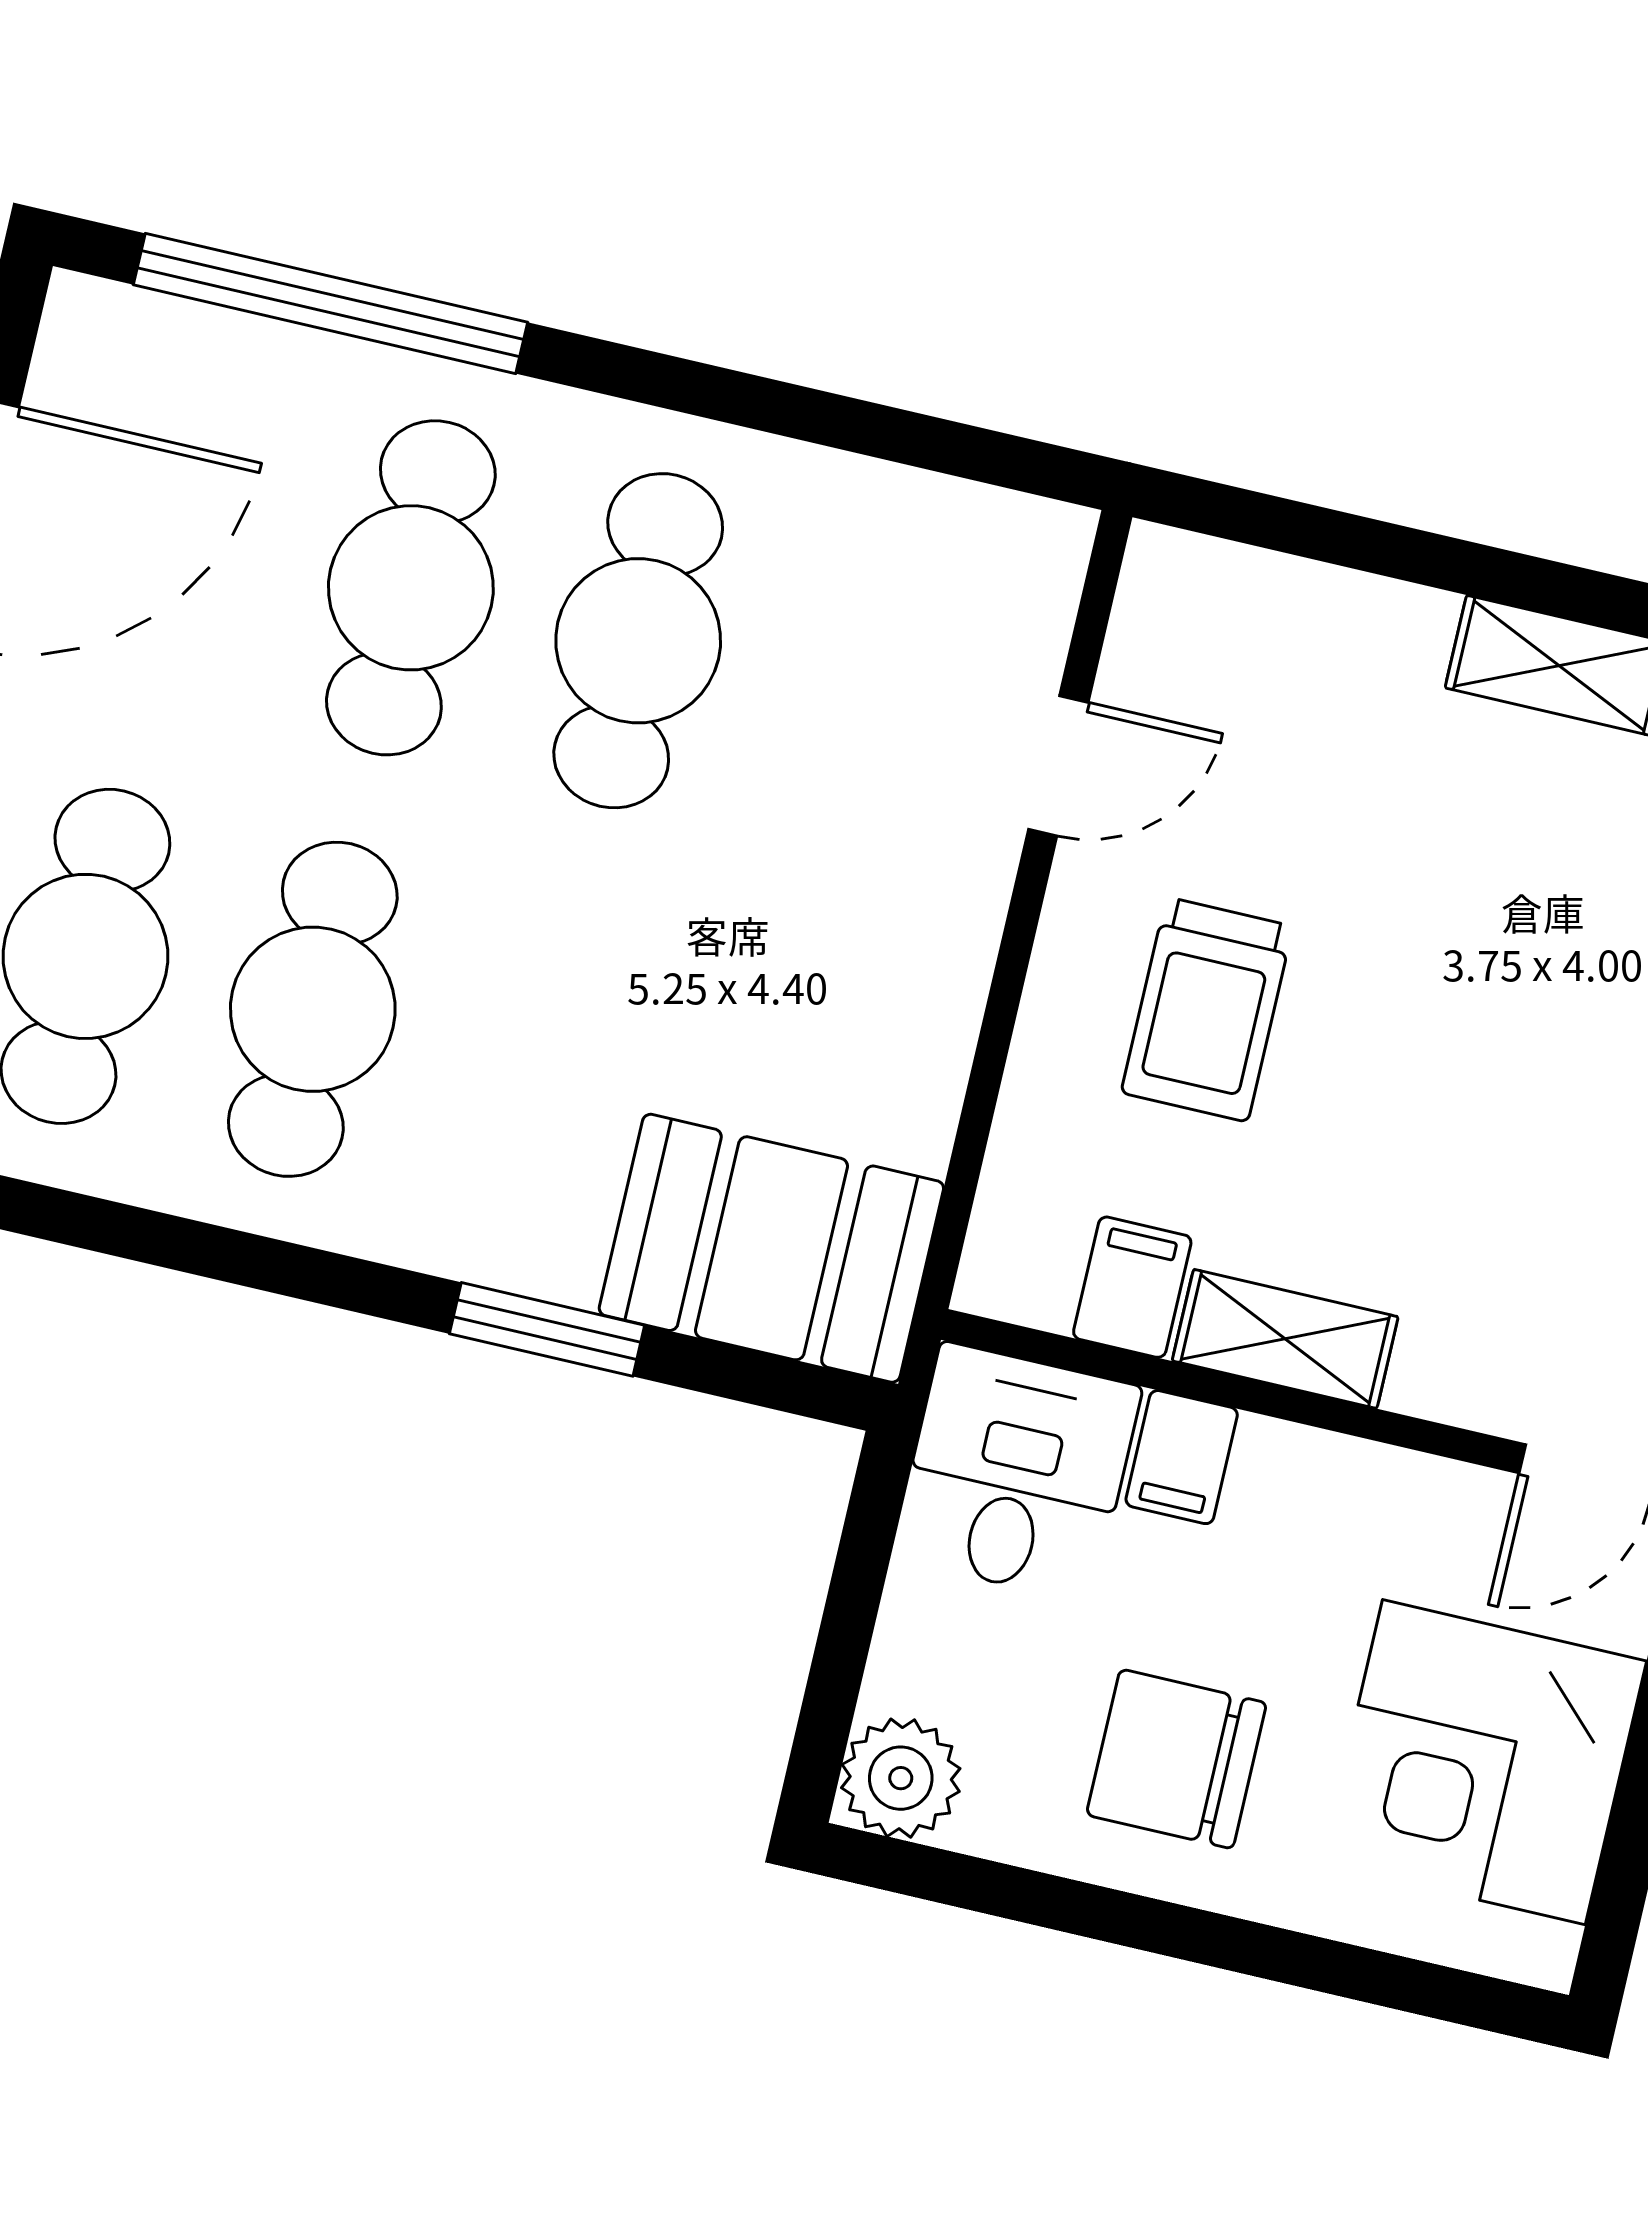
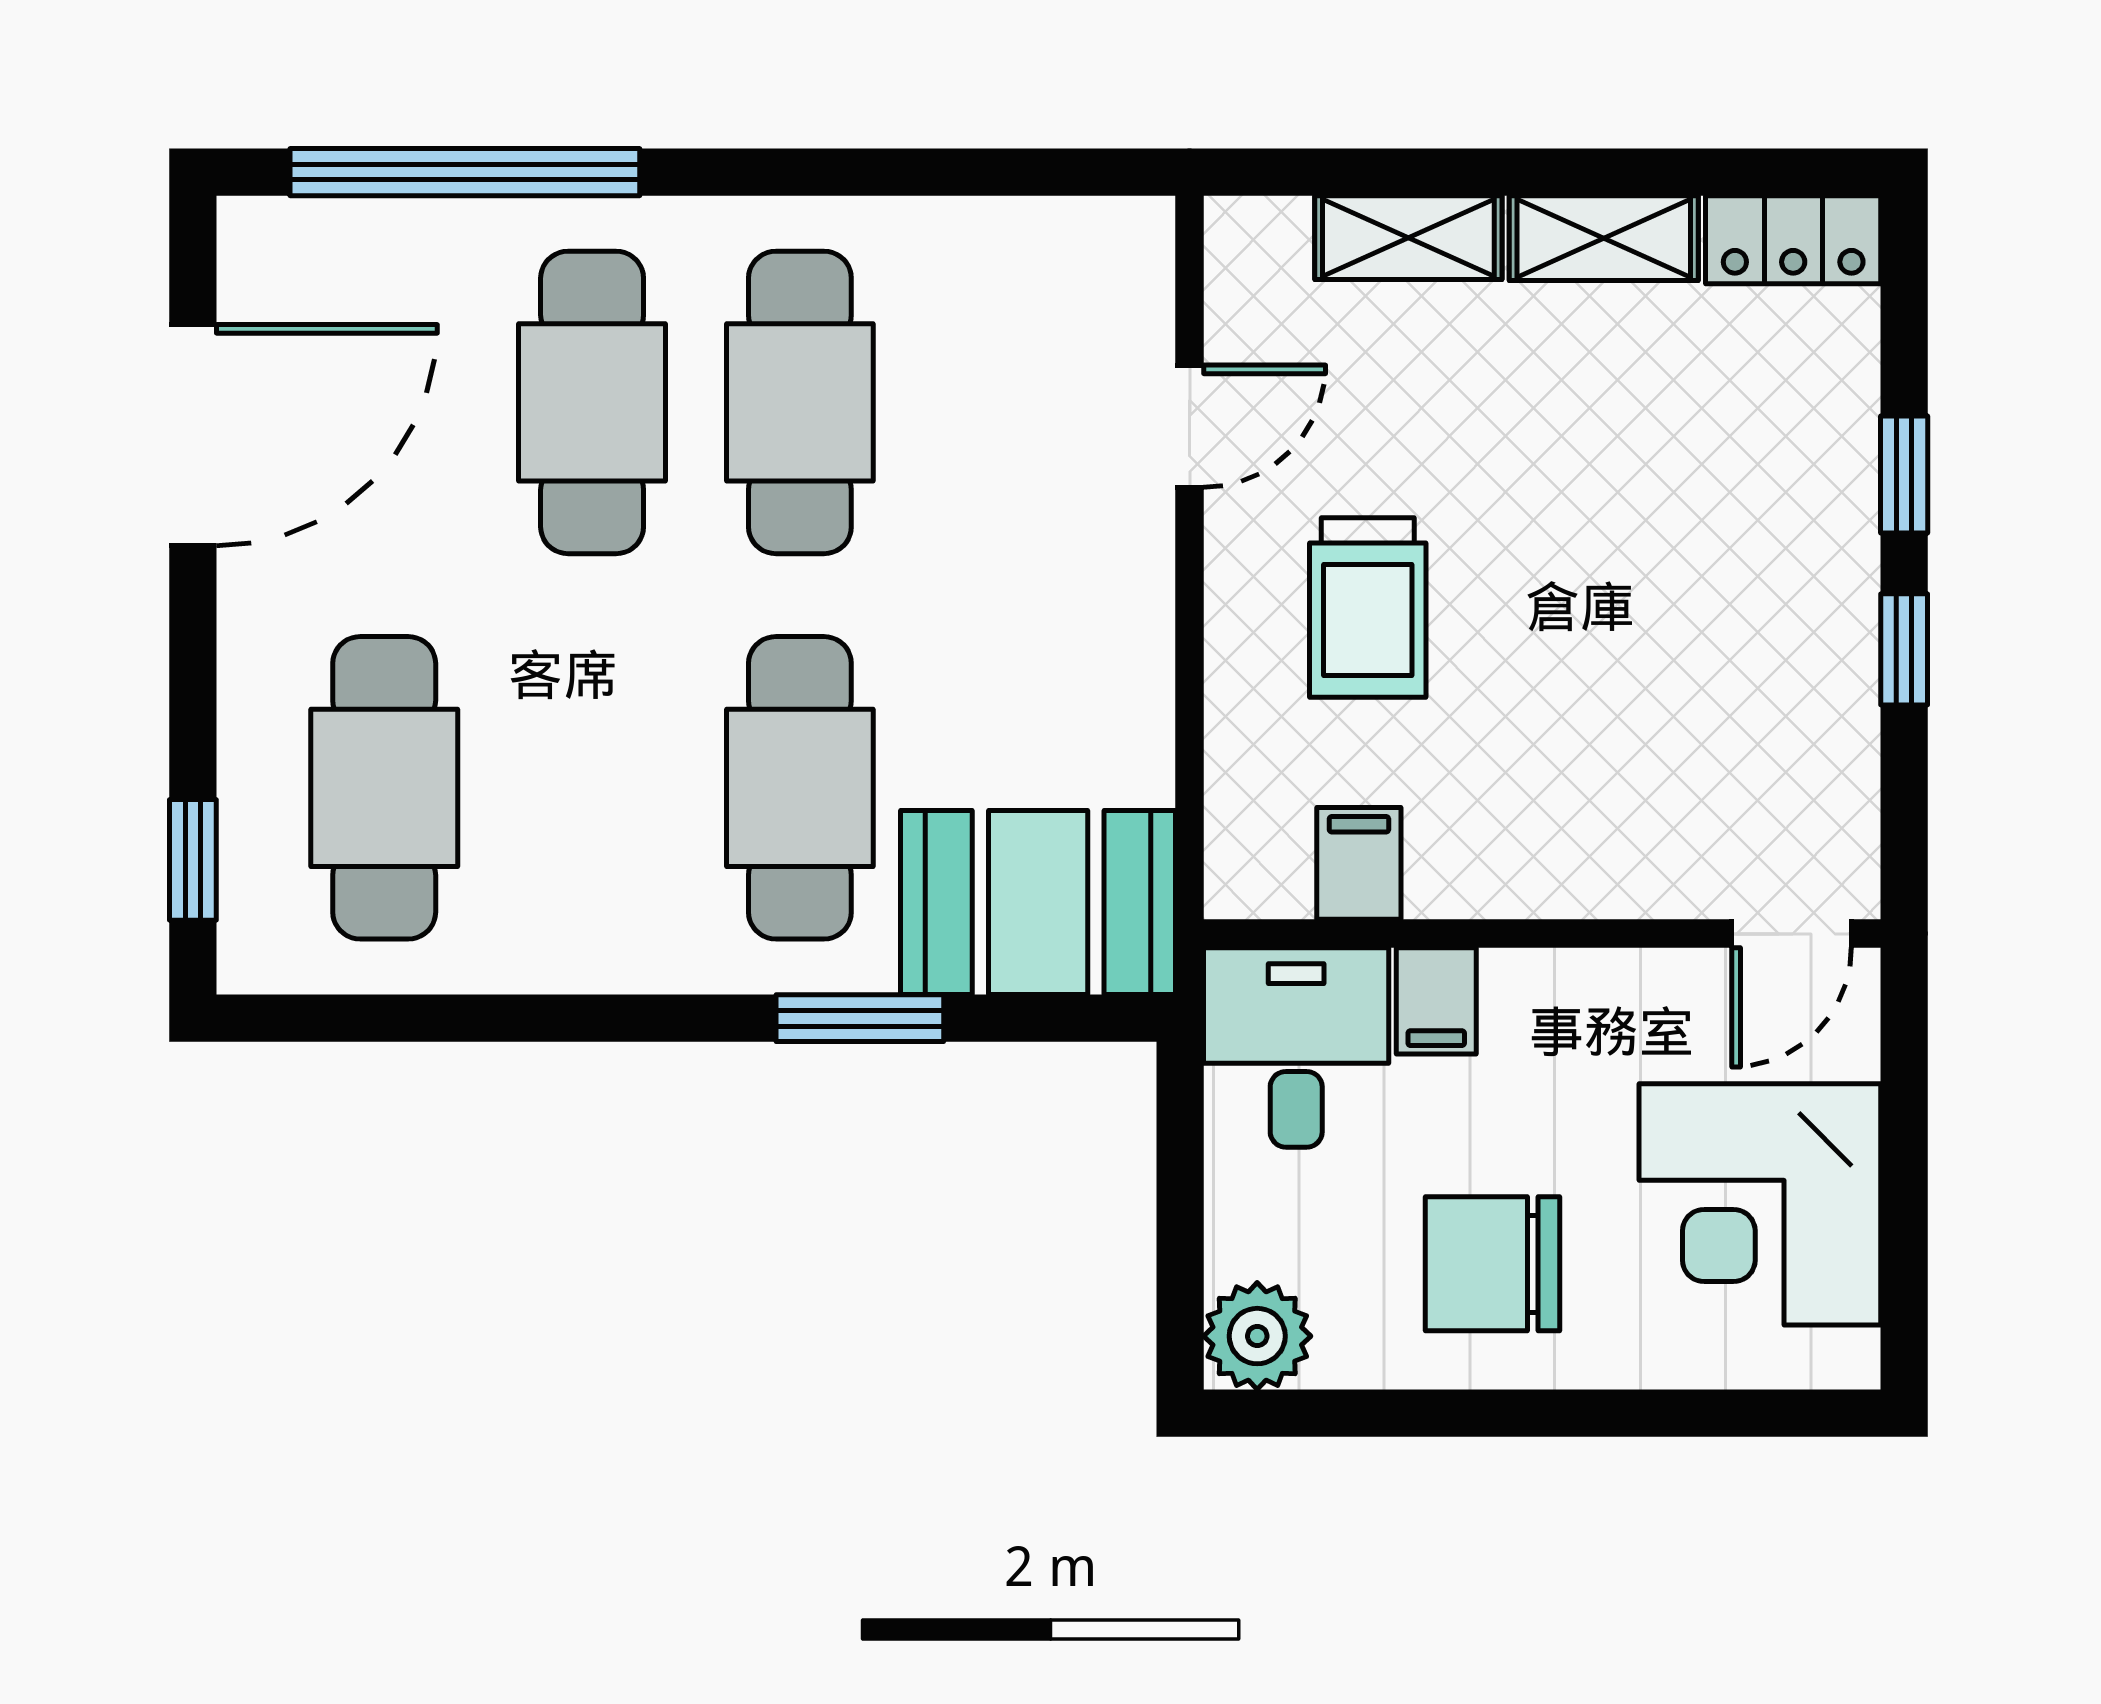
cafe table: (313, 1009) -> (800, 788), moved
shelving: (1285, 1339) -> (1408, 238), moved

